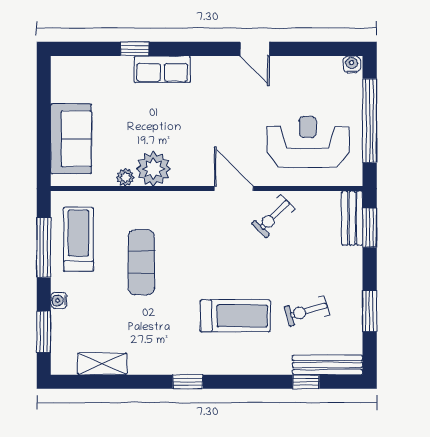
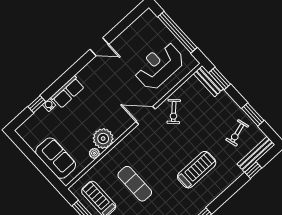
window: (135, 49) -> (37, 104), moved
water cooler: (352, 64) -> (49, 105), moved
exercise bike: (307, 311) -> (237, 133), moved

